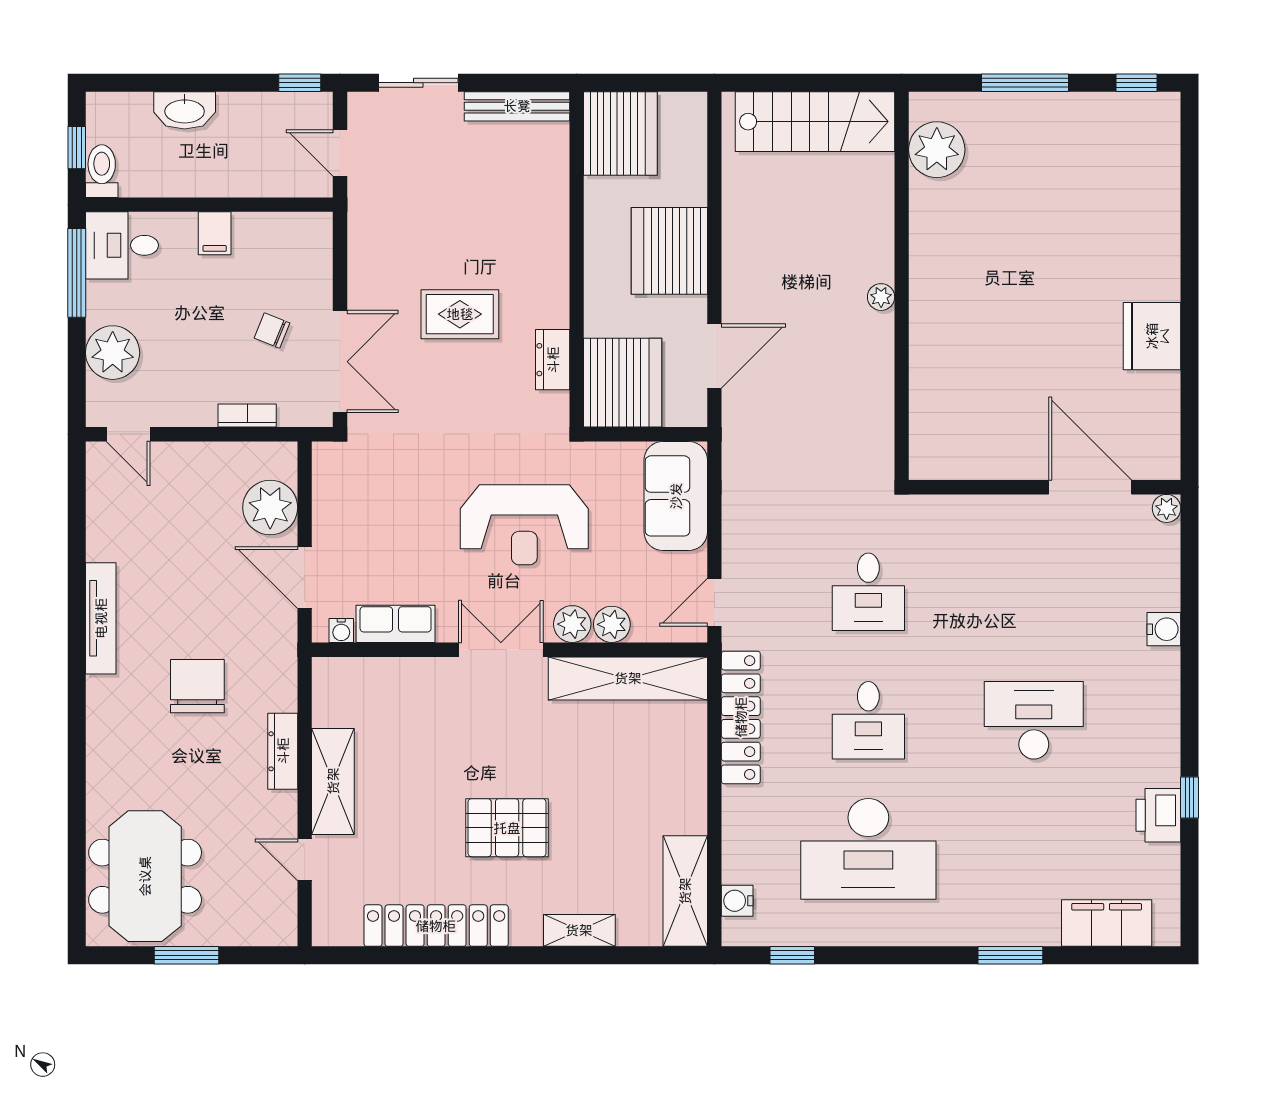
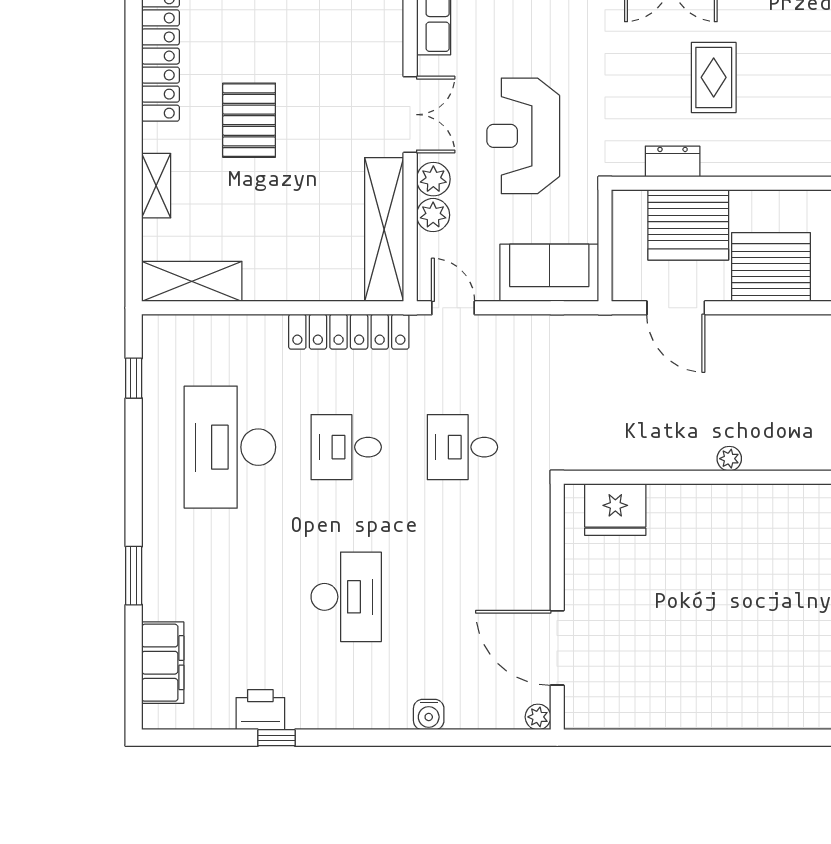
fridge: (1152, 336) -> (615, 510), moved, turned 180
server rack: (623, 383) -> (688, 225), moved
door: (1090, 487) -> (557, 648), swing flipped
water cooler: (737, 901) -> (183, 328), removed

